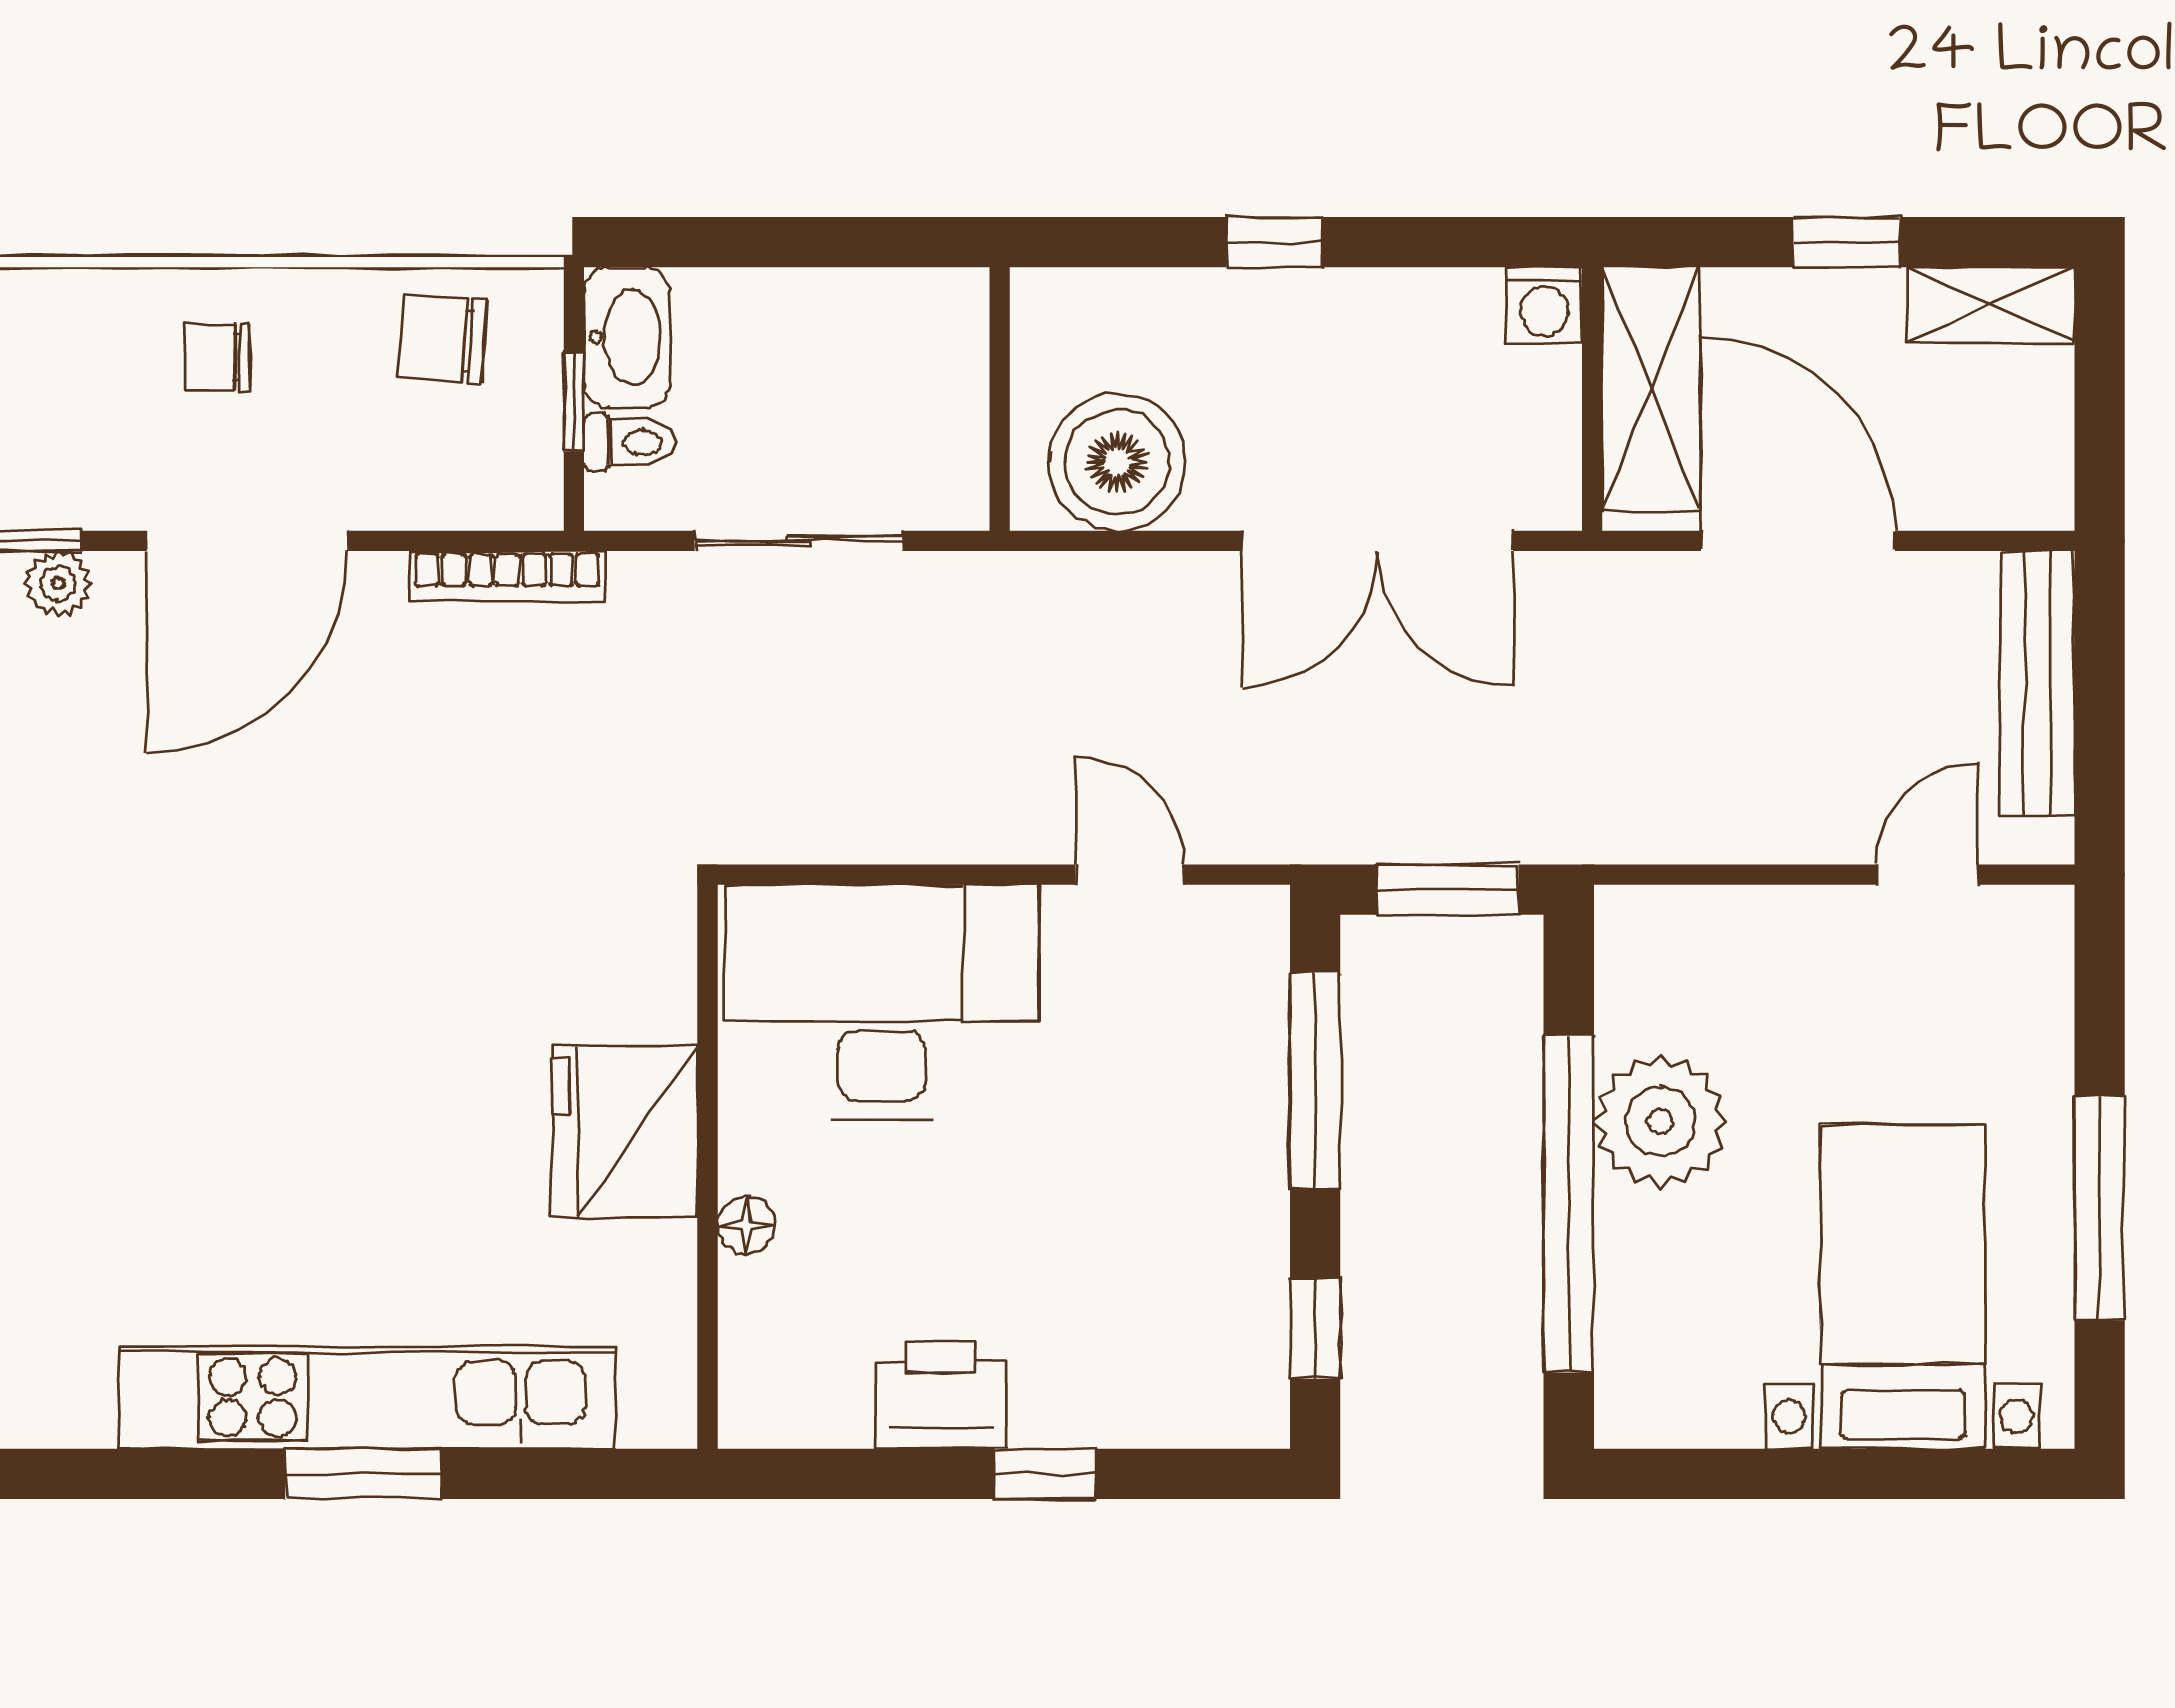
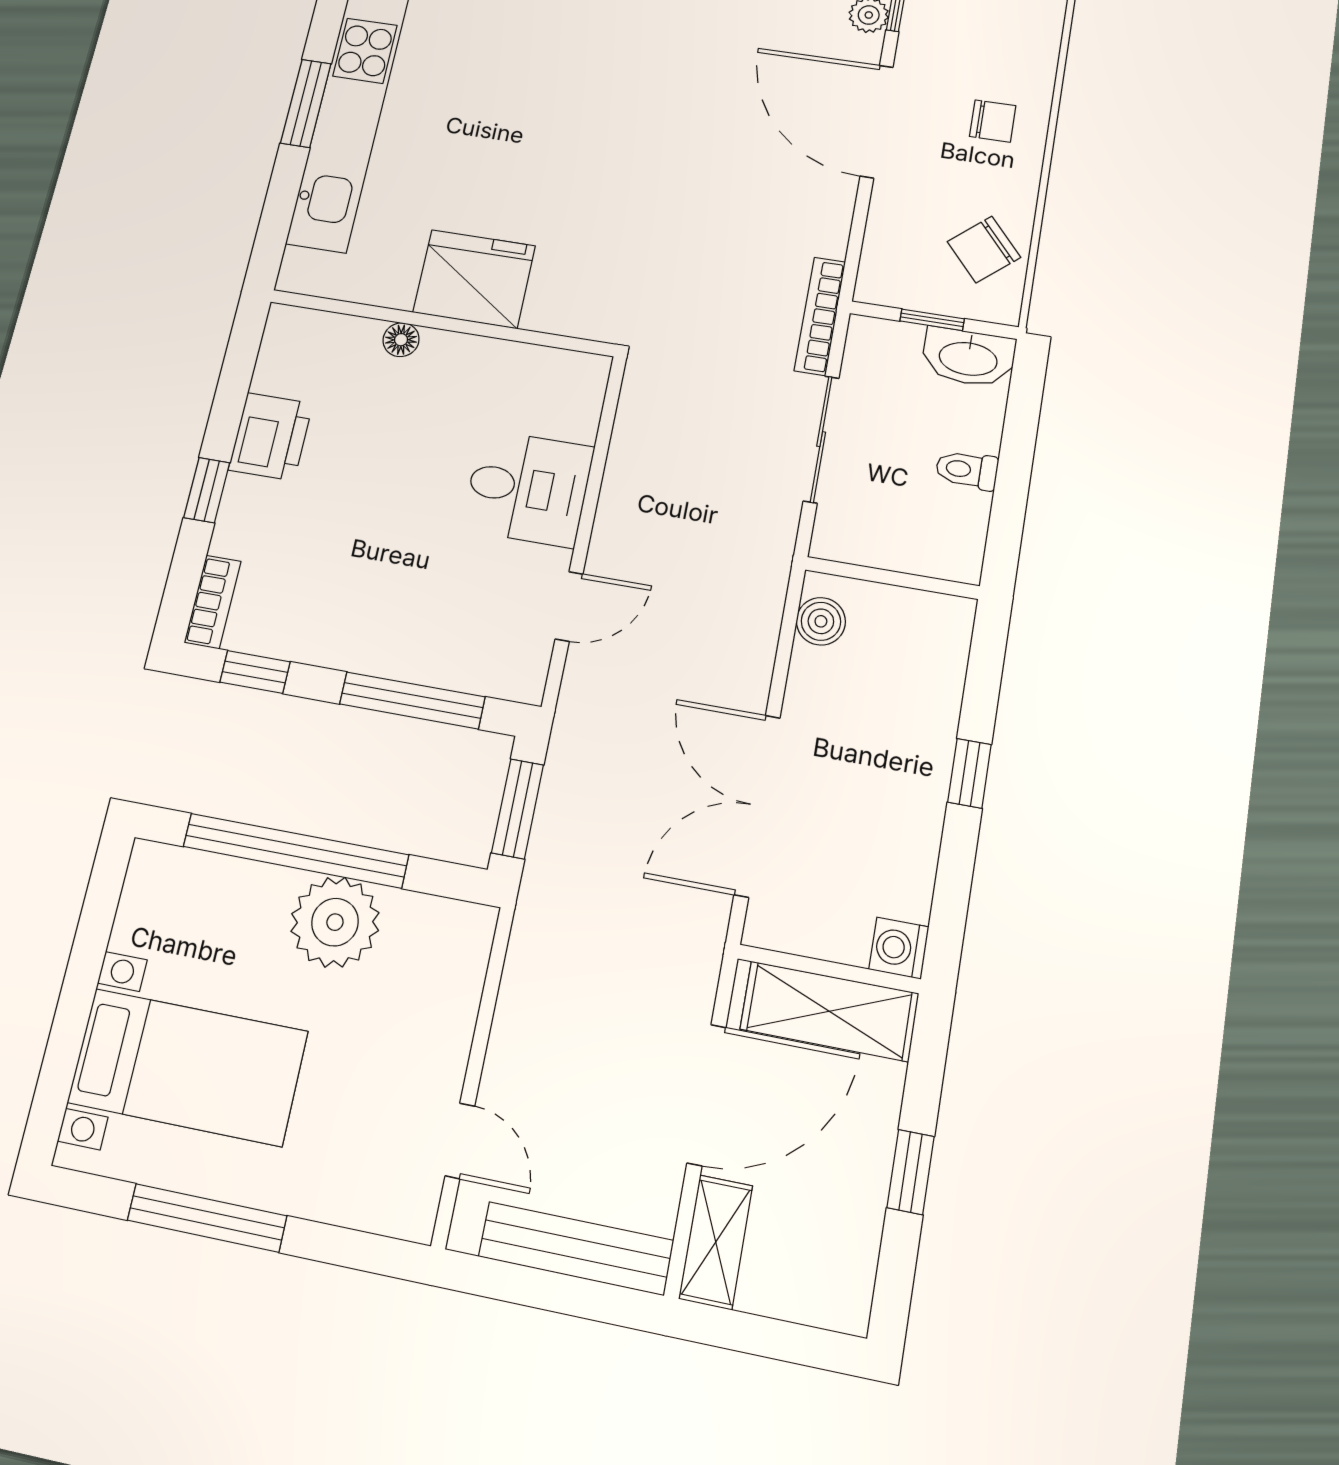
shelving: (1991, 305) -> (716, 1242), moved
chair: (442, 339) -> (984, 249), turned -135
chair: (217, 357) -> (993, 121), turned 90
toilet: (630, 442) -> (967, 470), moved, turned 90
boiler: (1117, 462) -> (821, 621), width x0.54, depth x0.54
bookcase: (508, 576) -> (820, 316), moved
desk: (882, 1002) -> (528, 488), width x0.53, depth x0.77
bookcase: (1219, 1421) -> (213, 602), added

